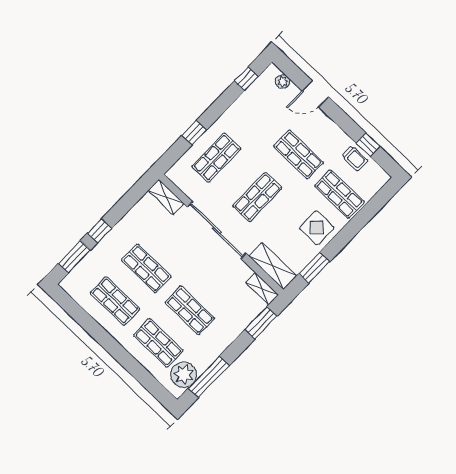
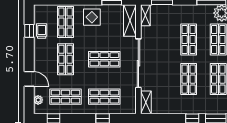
shop shelf: (257, 115) -> (66, 97), added

